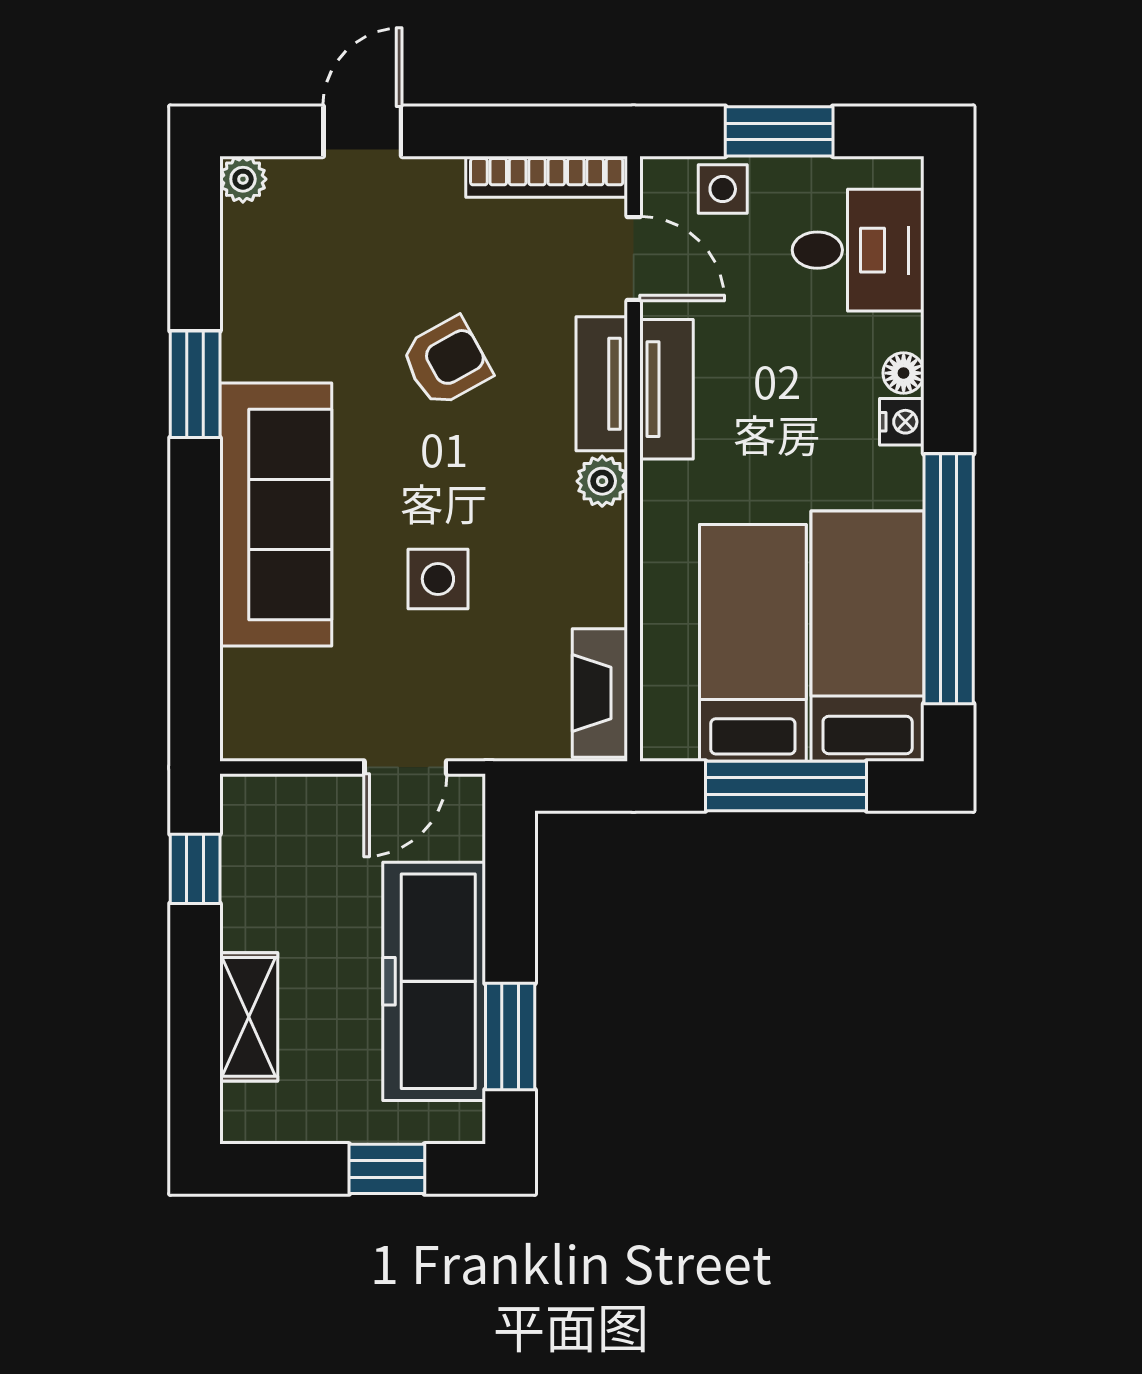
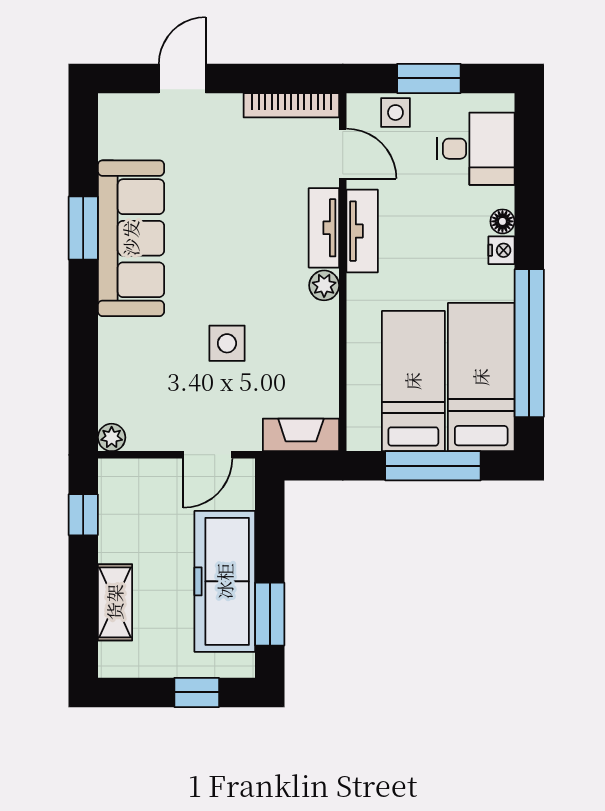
plant: (243, 179) -> (112, 437), moved
armchair: (446, 362) -> (232, 215), removed
sofa: (276, 514) -> (131, 238), moved
fireplace: (600, 693) -> (301, 435), moved, turned 90

